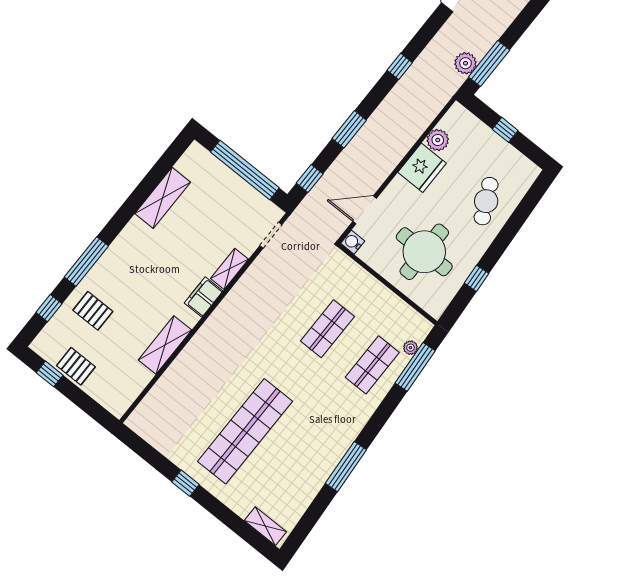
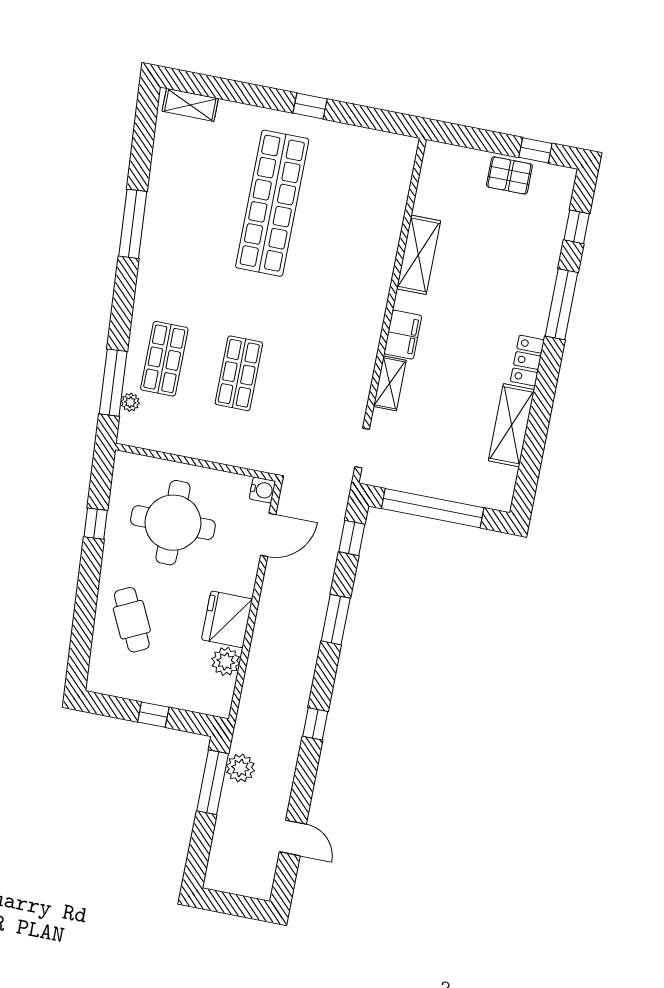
locker: (129, 236) -> (527, 361), added
pallet: (93, 311) -> (524, 251), removed

